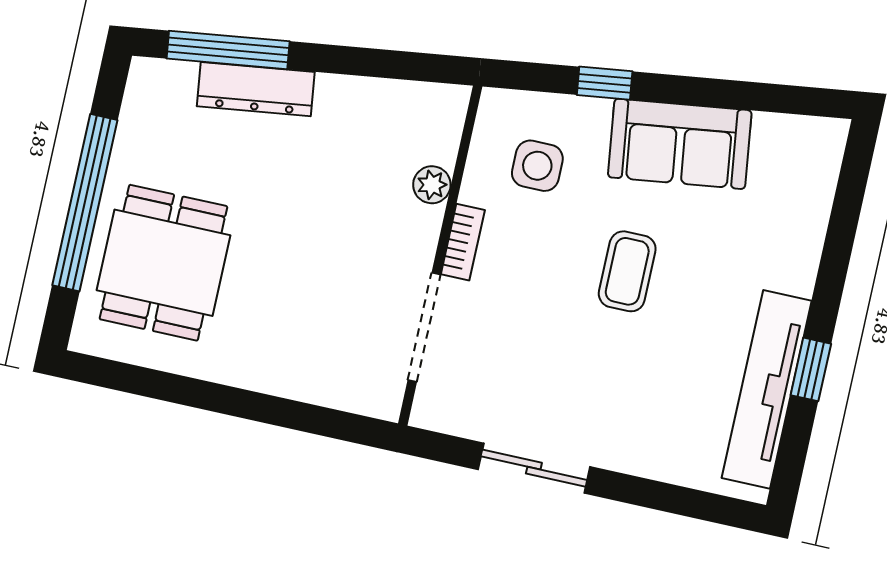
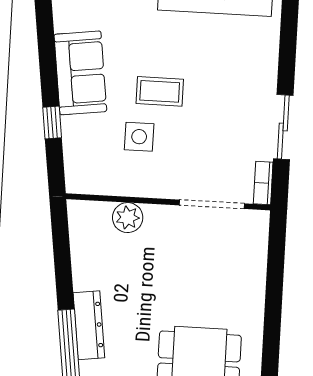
side table: (537, 166) -> (139, 137), moved
plant: (432, 185) -> (128, 218), width x1.38, depth x1.38
bookcase: (463, 242) -> (263, 183), moved, turned -90

